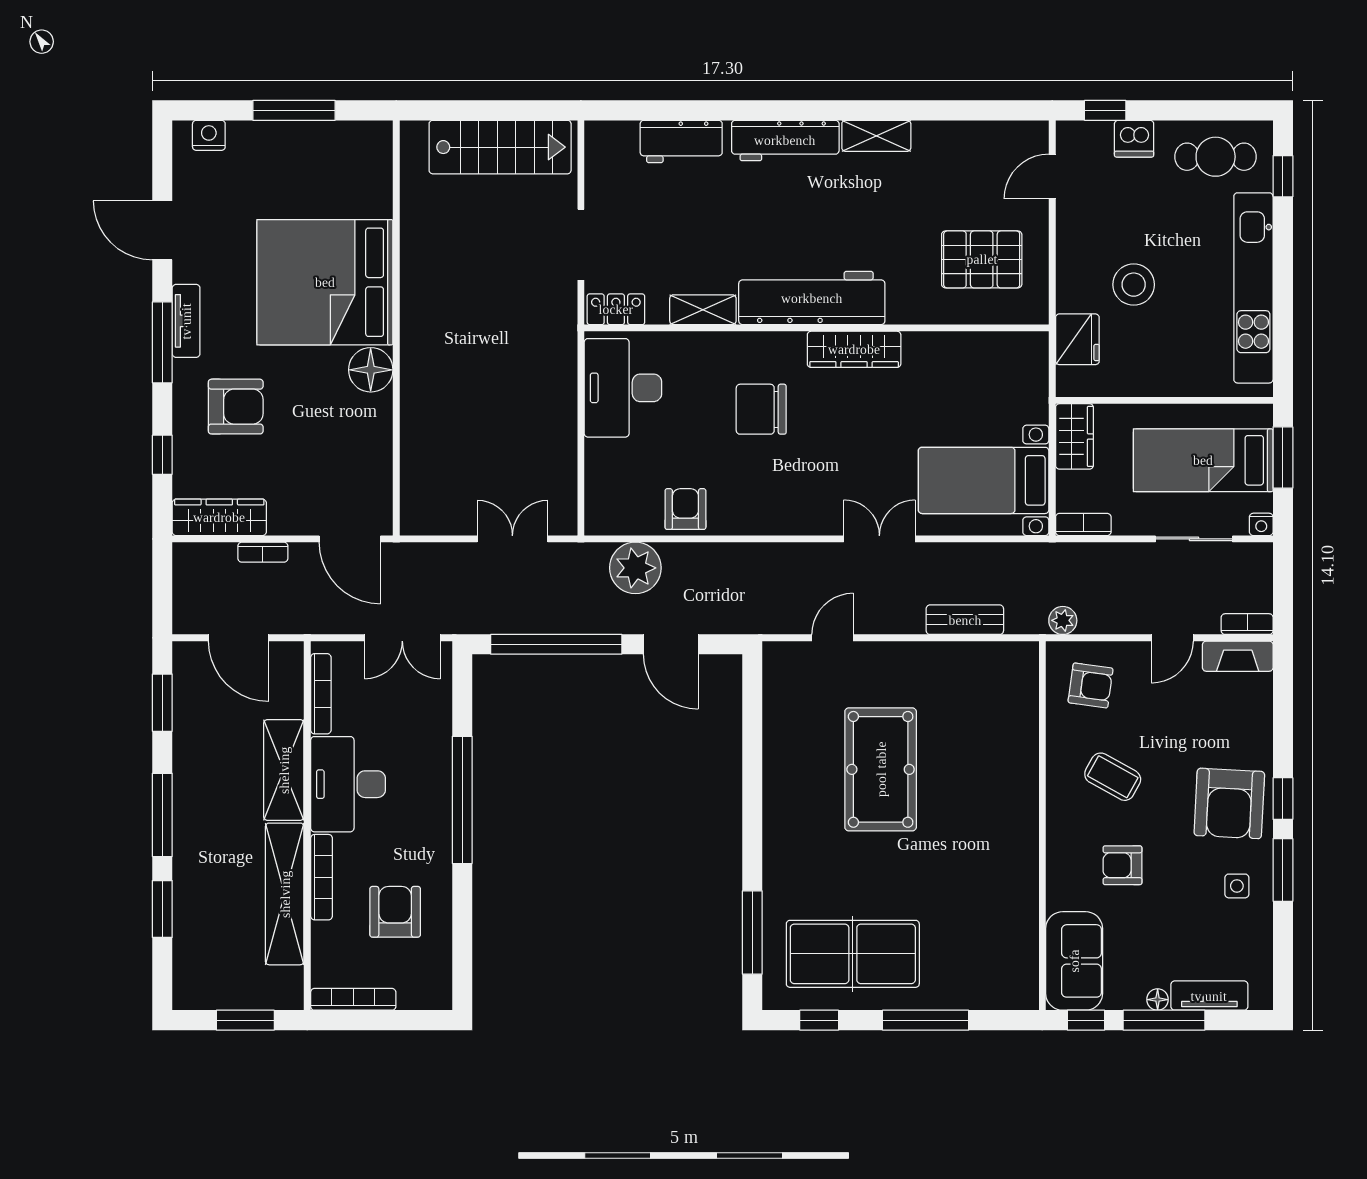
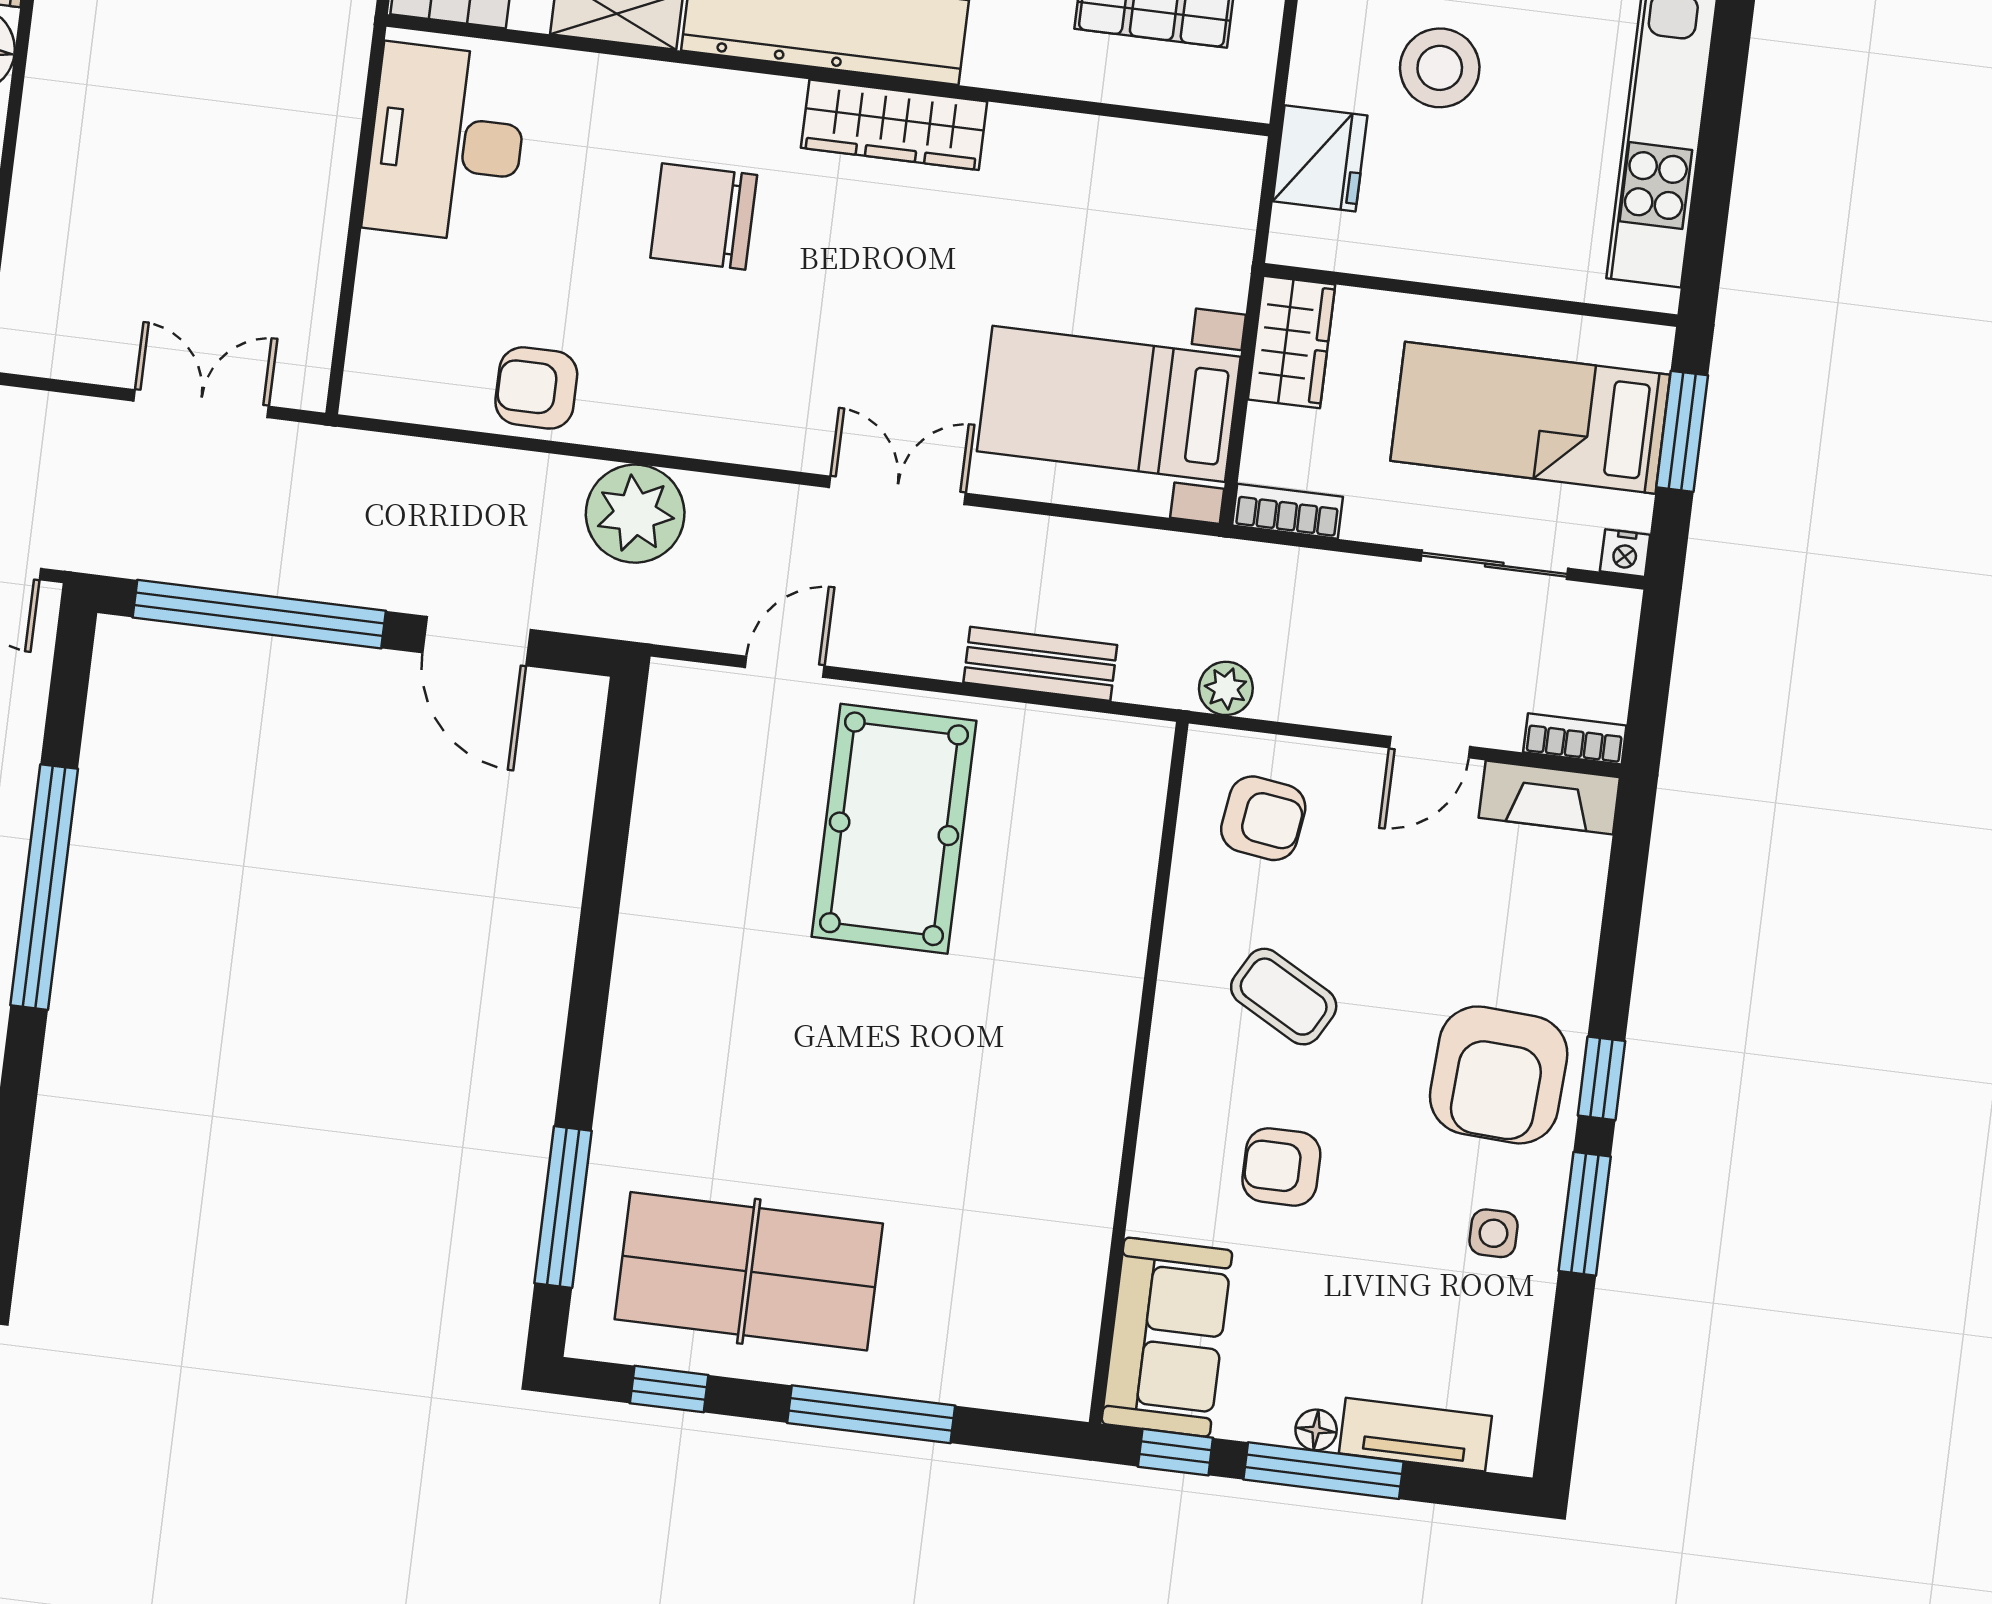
armchair: (685, 509) -> (536, 388), turned -90
plant: (635, 568) -> (635, 514), moved
pool table: (881, 769) -> (894, 829), moved

